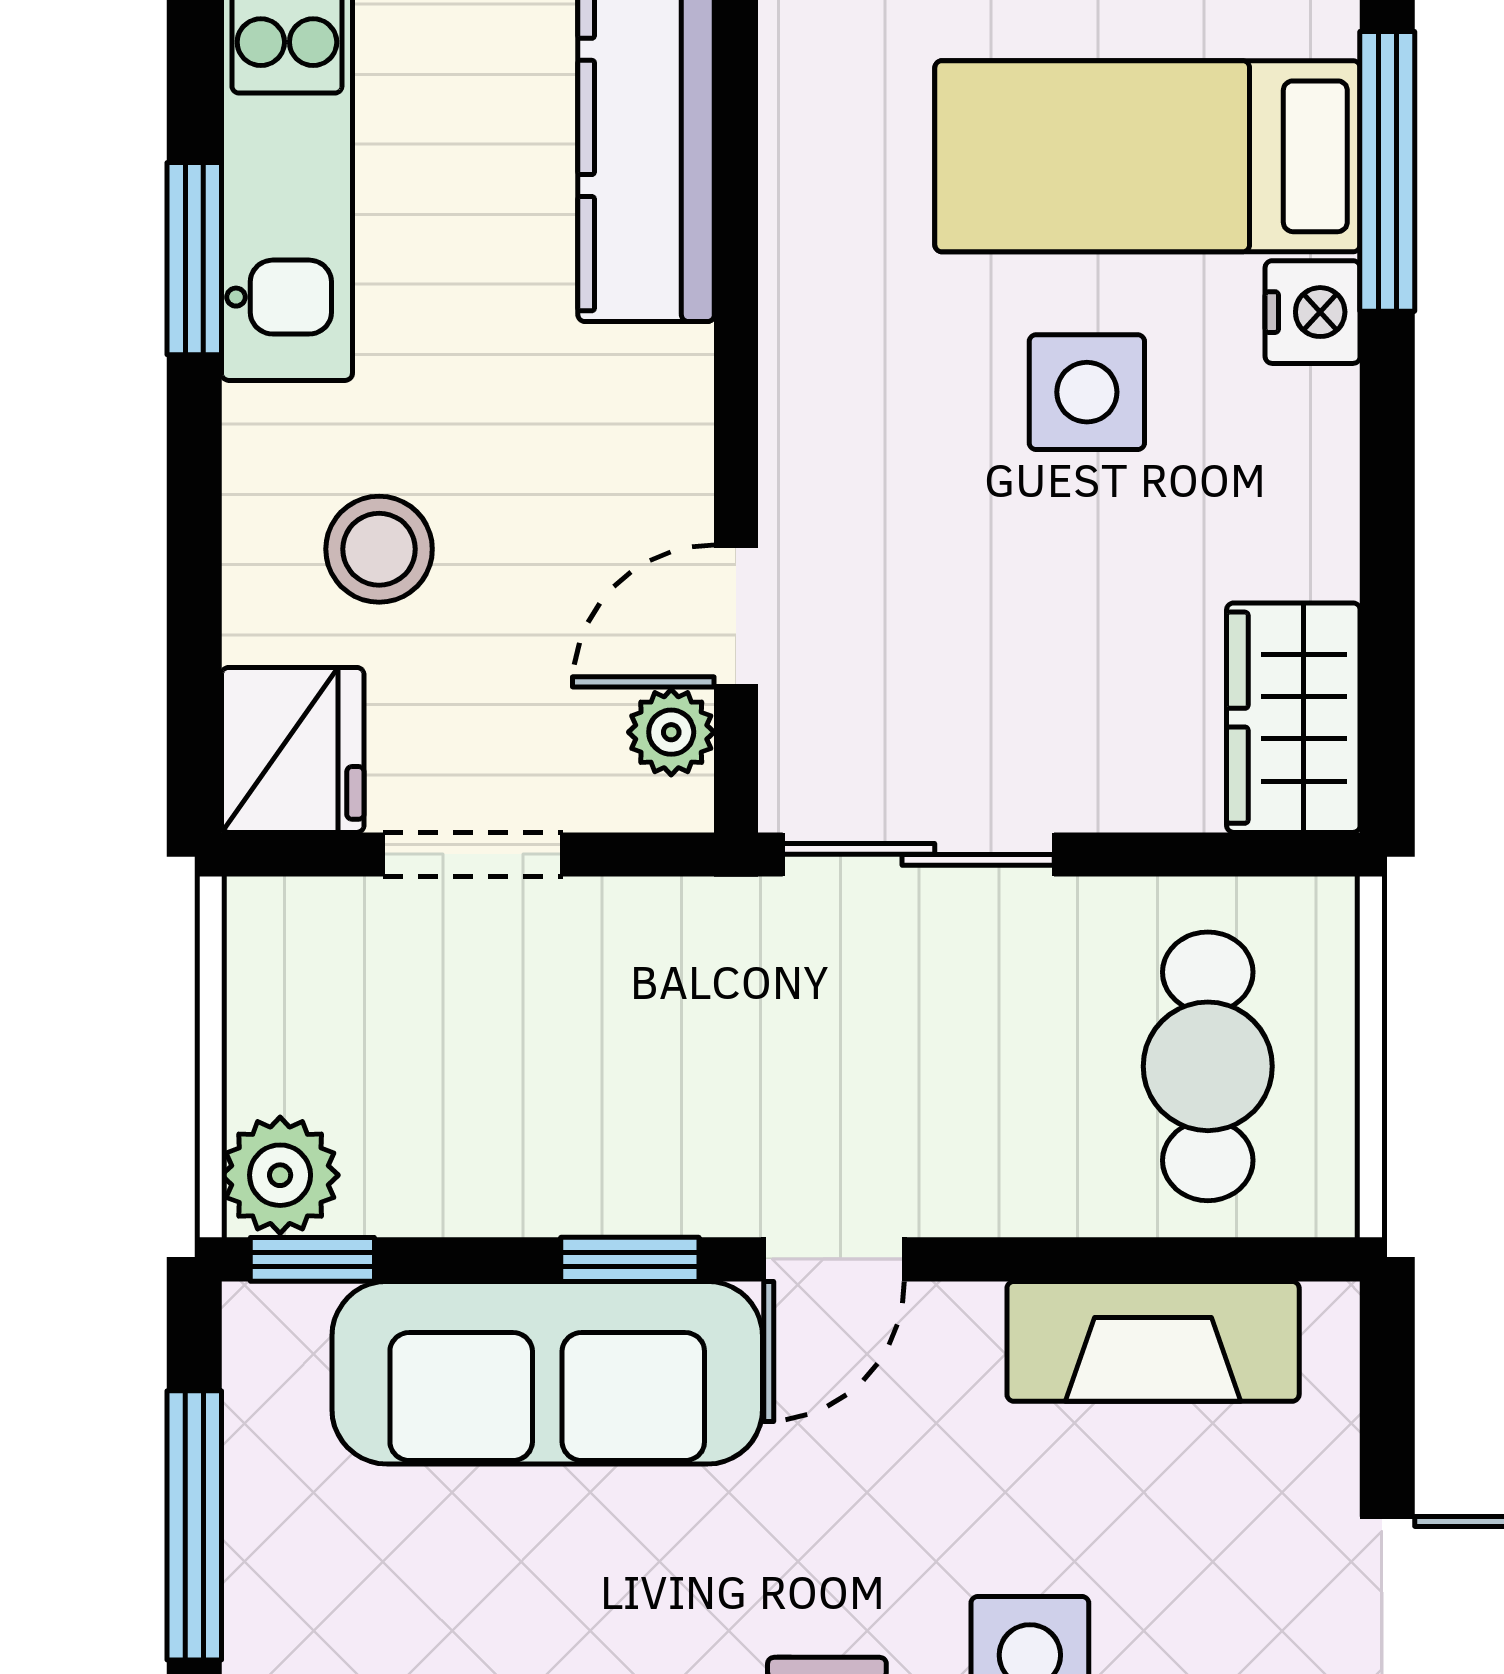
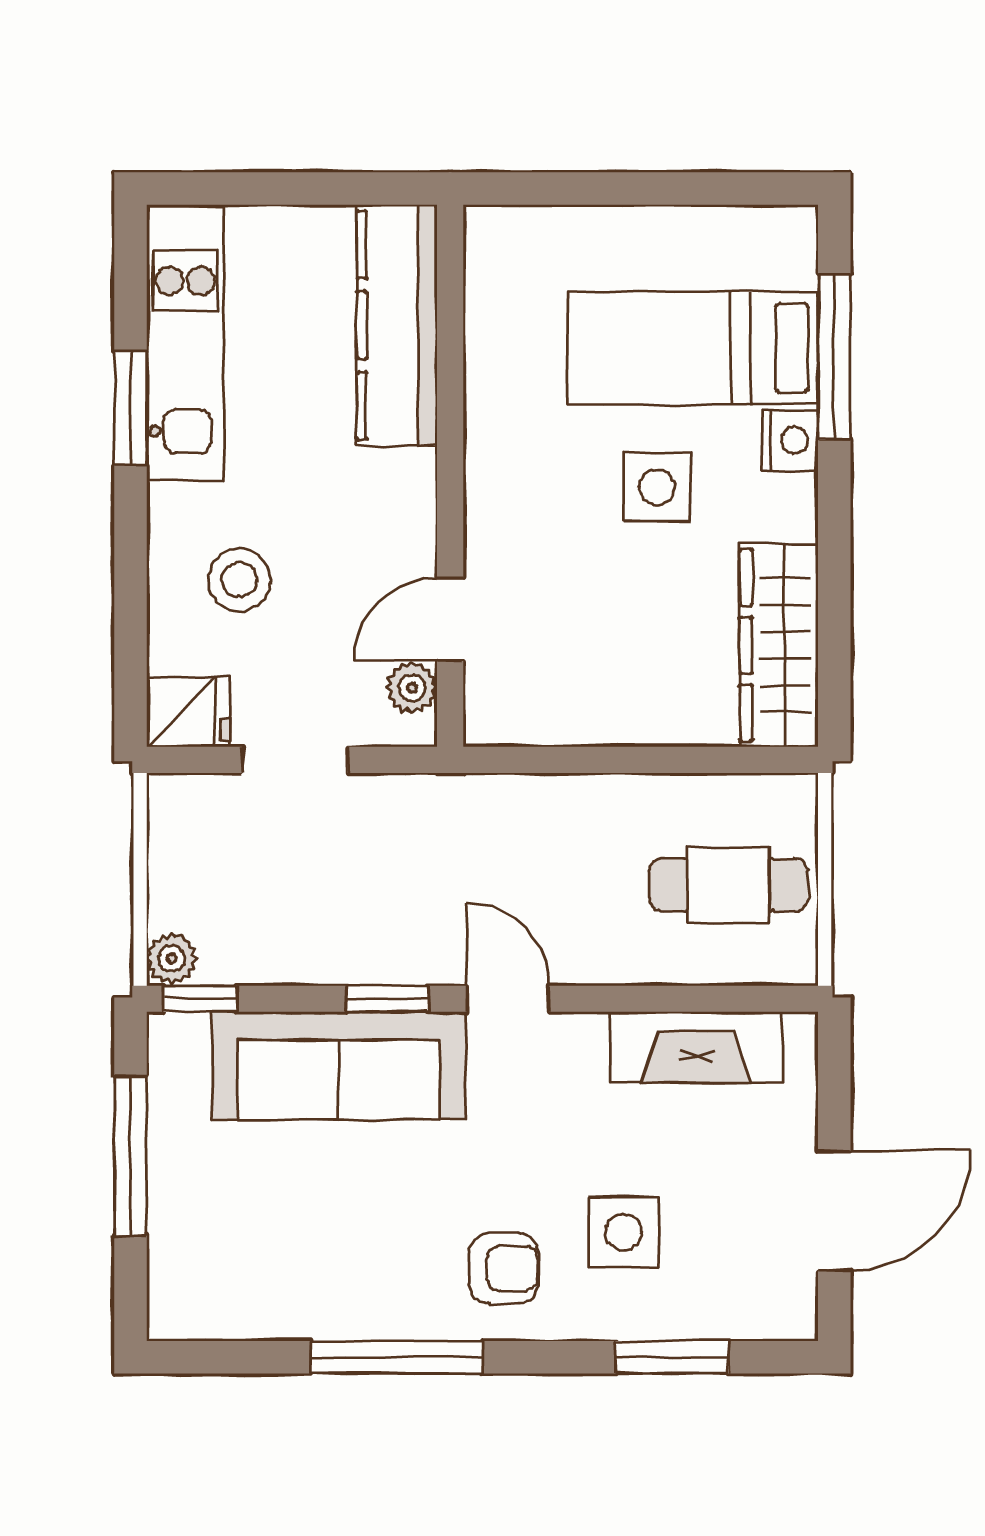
wardrobe: (1293, 718) -> (779, 645), width x1.50
fridge: (293, 750) -> (189, 712), width x0.72
sliding door: (918, 854) -> (558, 760), removed
cafe table: (1208, 1066) -> (728, 885), turned 90
plant: (280, 1175) -> (172, 959), width x0.73, depth x0.73
door: (834, 1259) -> (508, 999), swing flipped

